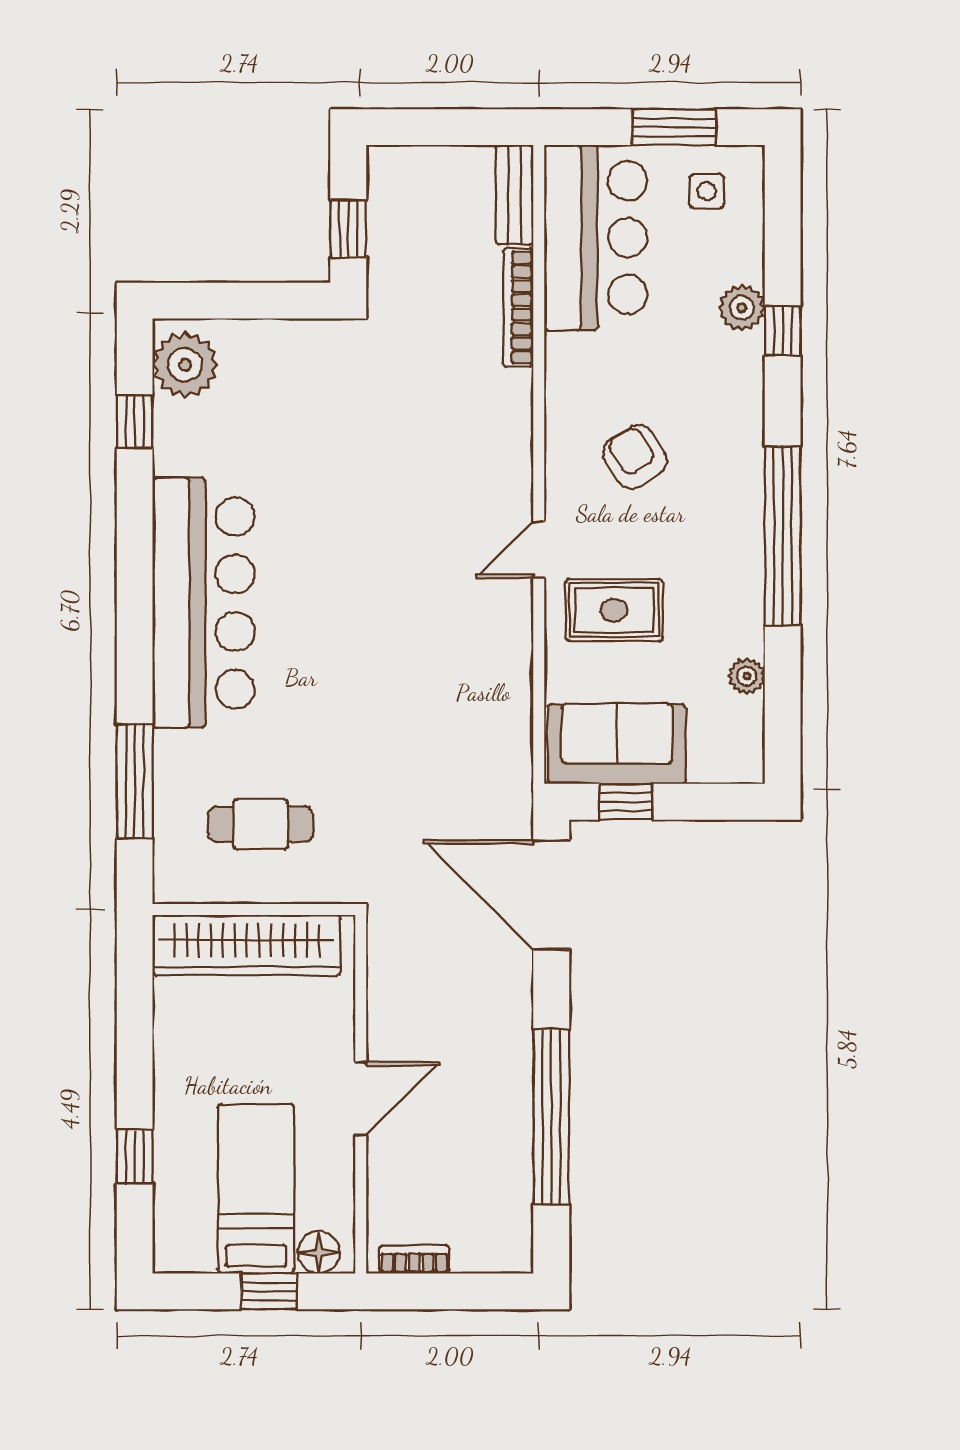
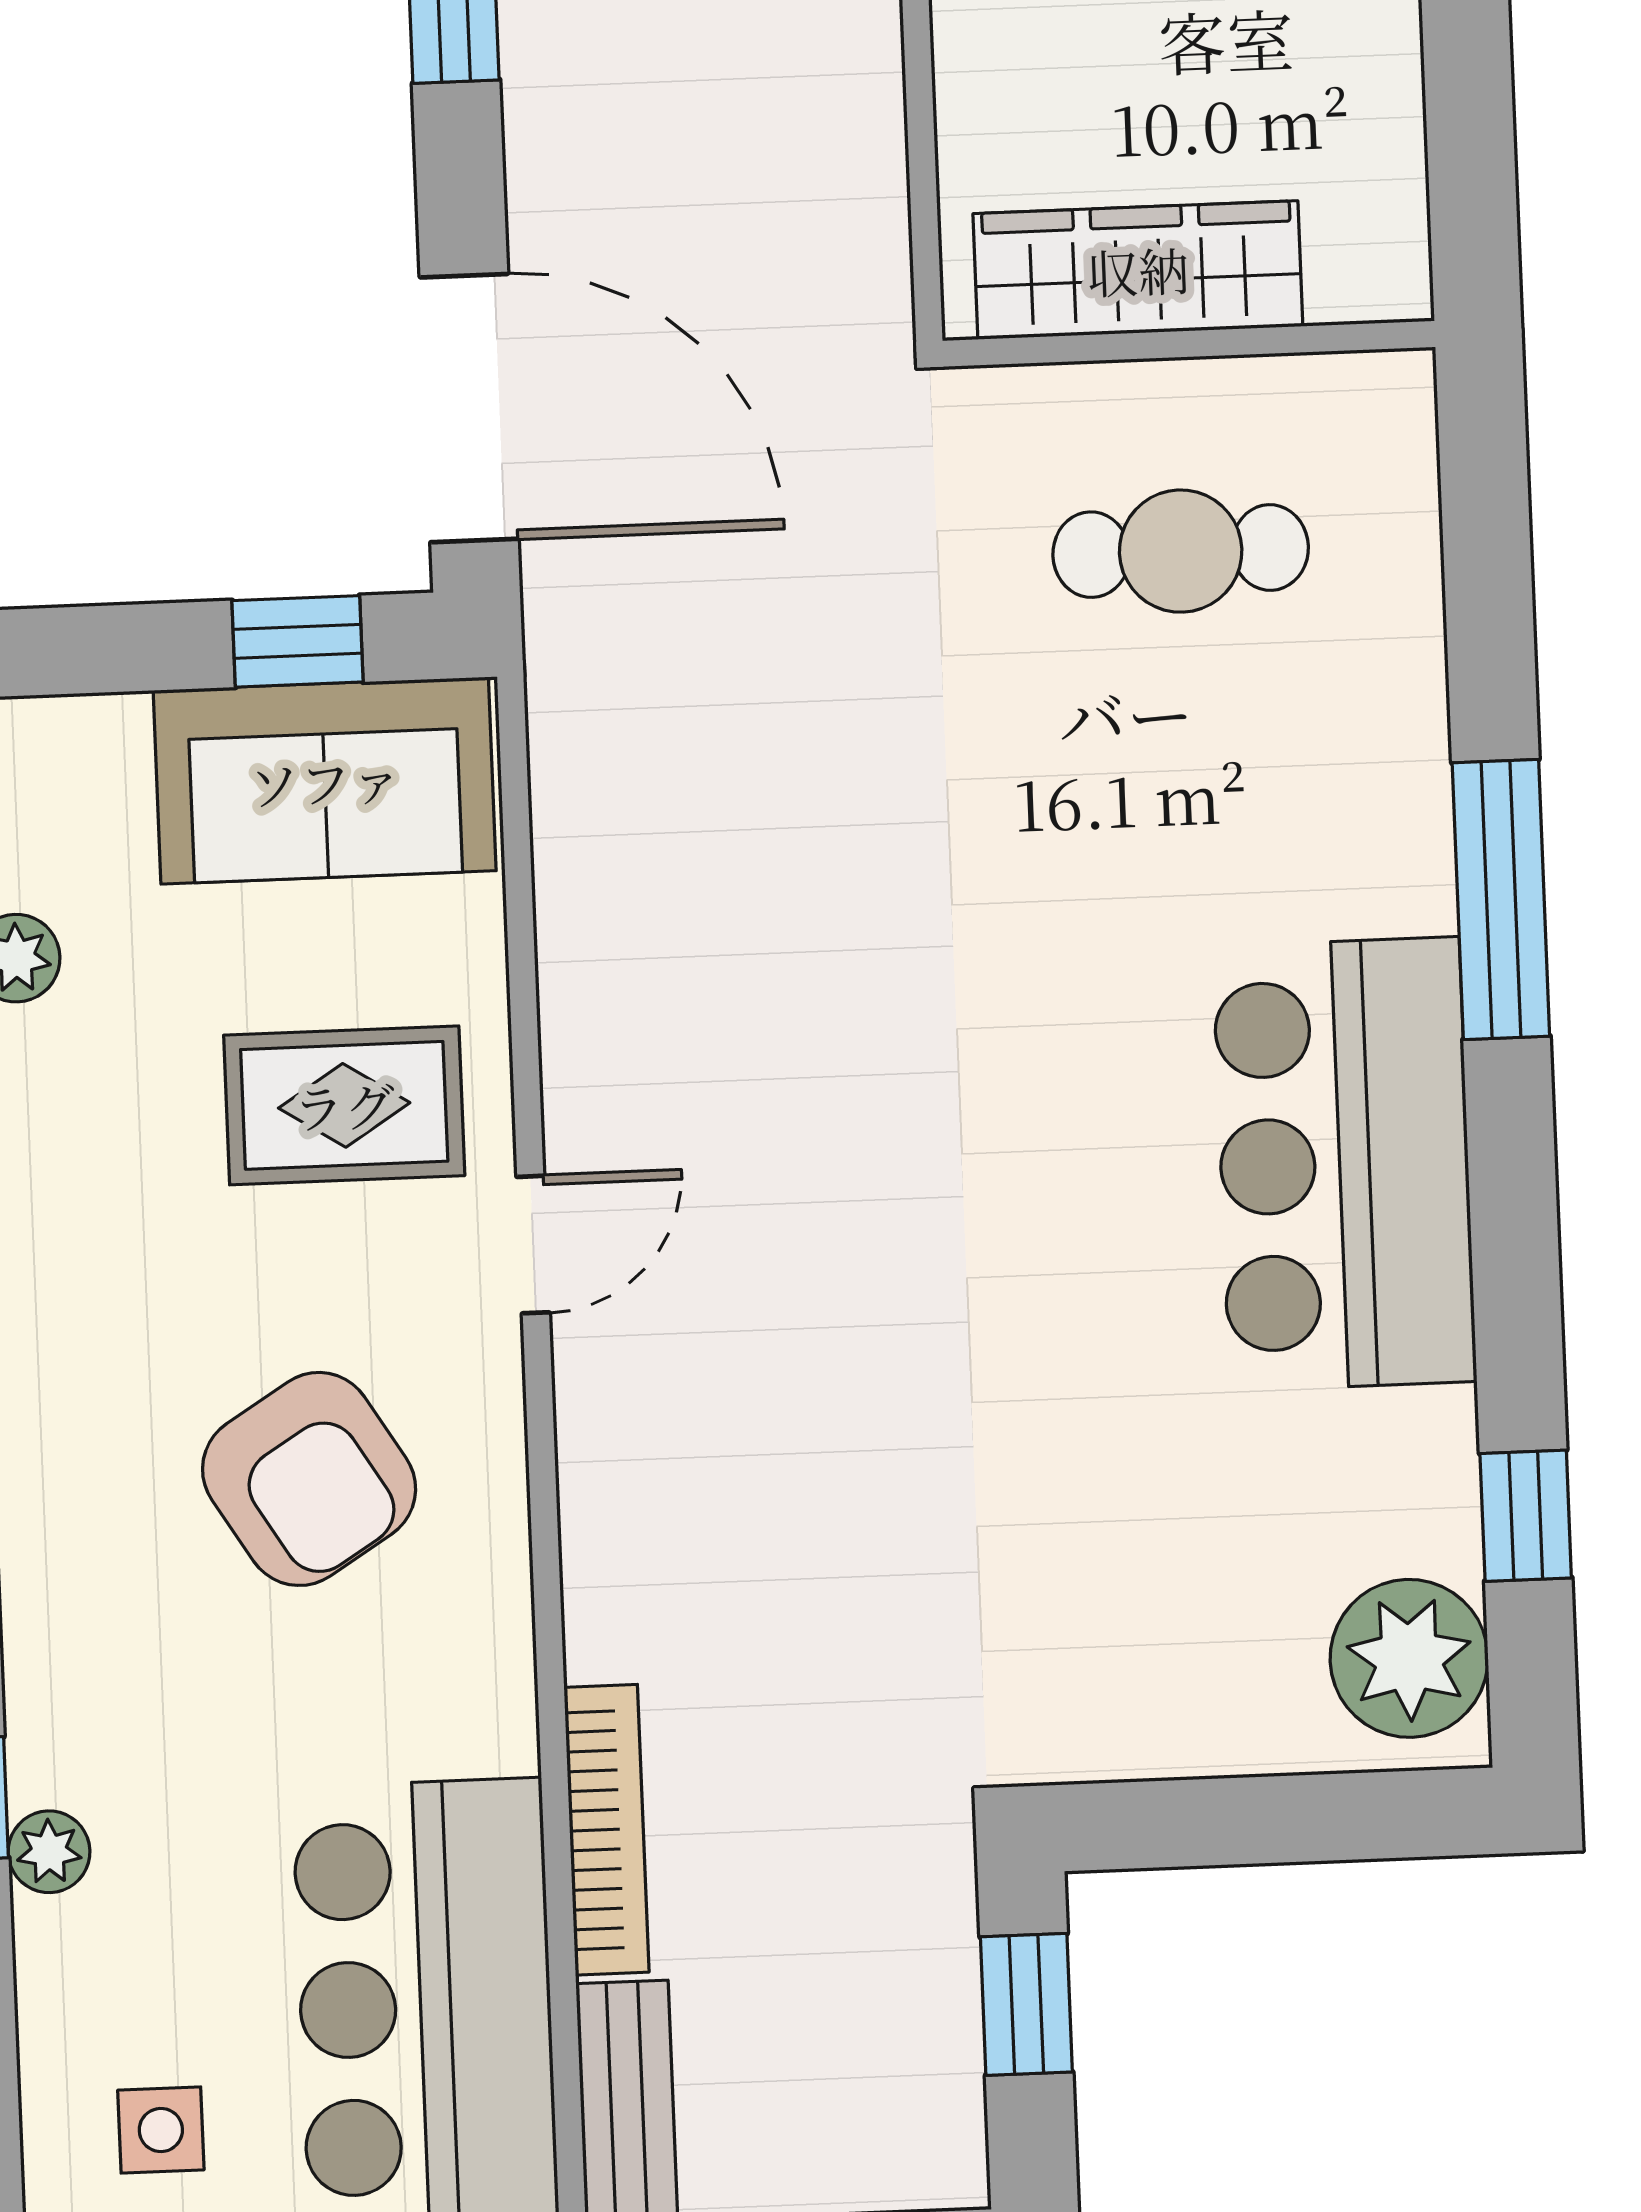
plant: (742, 308) -> (49, 1852), width x0.73, depth x0.73
armchair: (635, 457) -> (309, 1479), width x1.38, depth x1.38
bar counter: (203, 603) -> (1345, 1164), width x0.73
window: (135, 781) -> (1501, 899), moved
wardrobe: (247, 945) -> (1138, 270), width x0.71, depth x0.85

